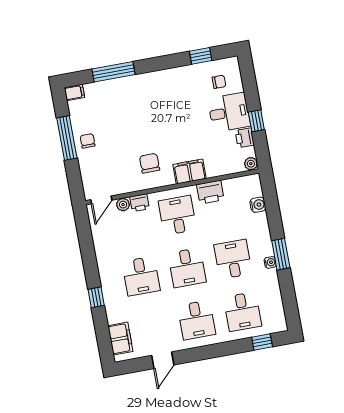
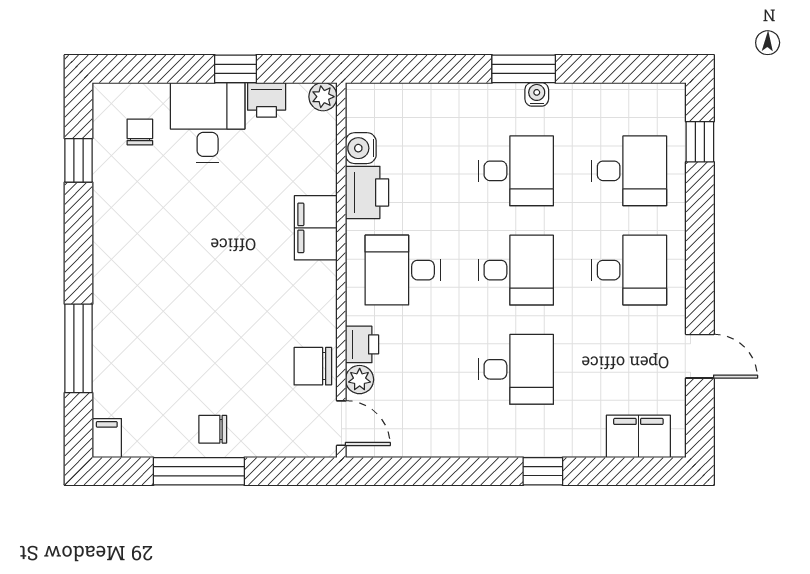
chair: (150, 163) -> (313, 366), moved
water cooler: (258, 205) -> (361, 148), moved, turned -90
desk: (233, 259) -> (516, 171), turned 180

